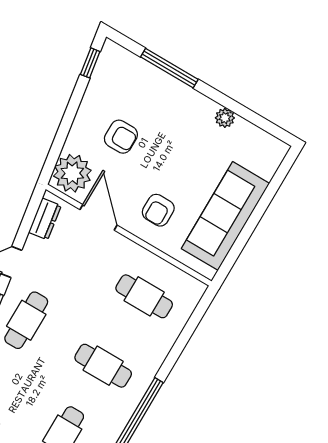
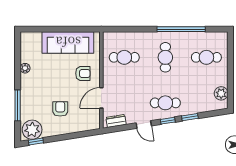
plant: (72, 173) -> (32, 130), moved
cafe table: (144, 296) -> (124, 57), turned 90

